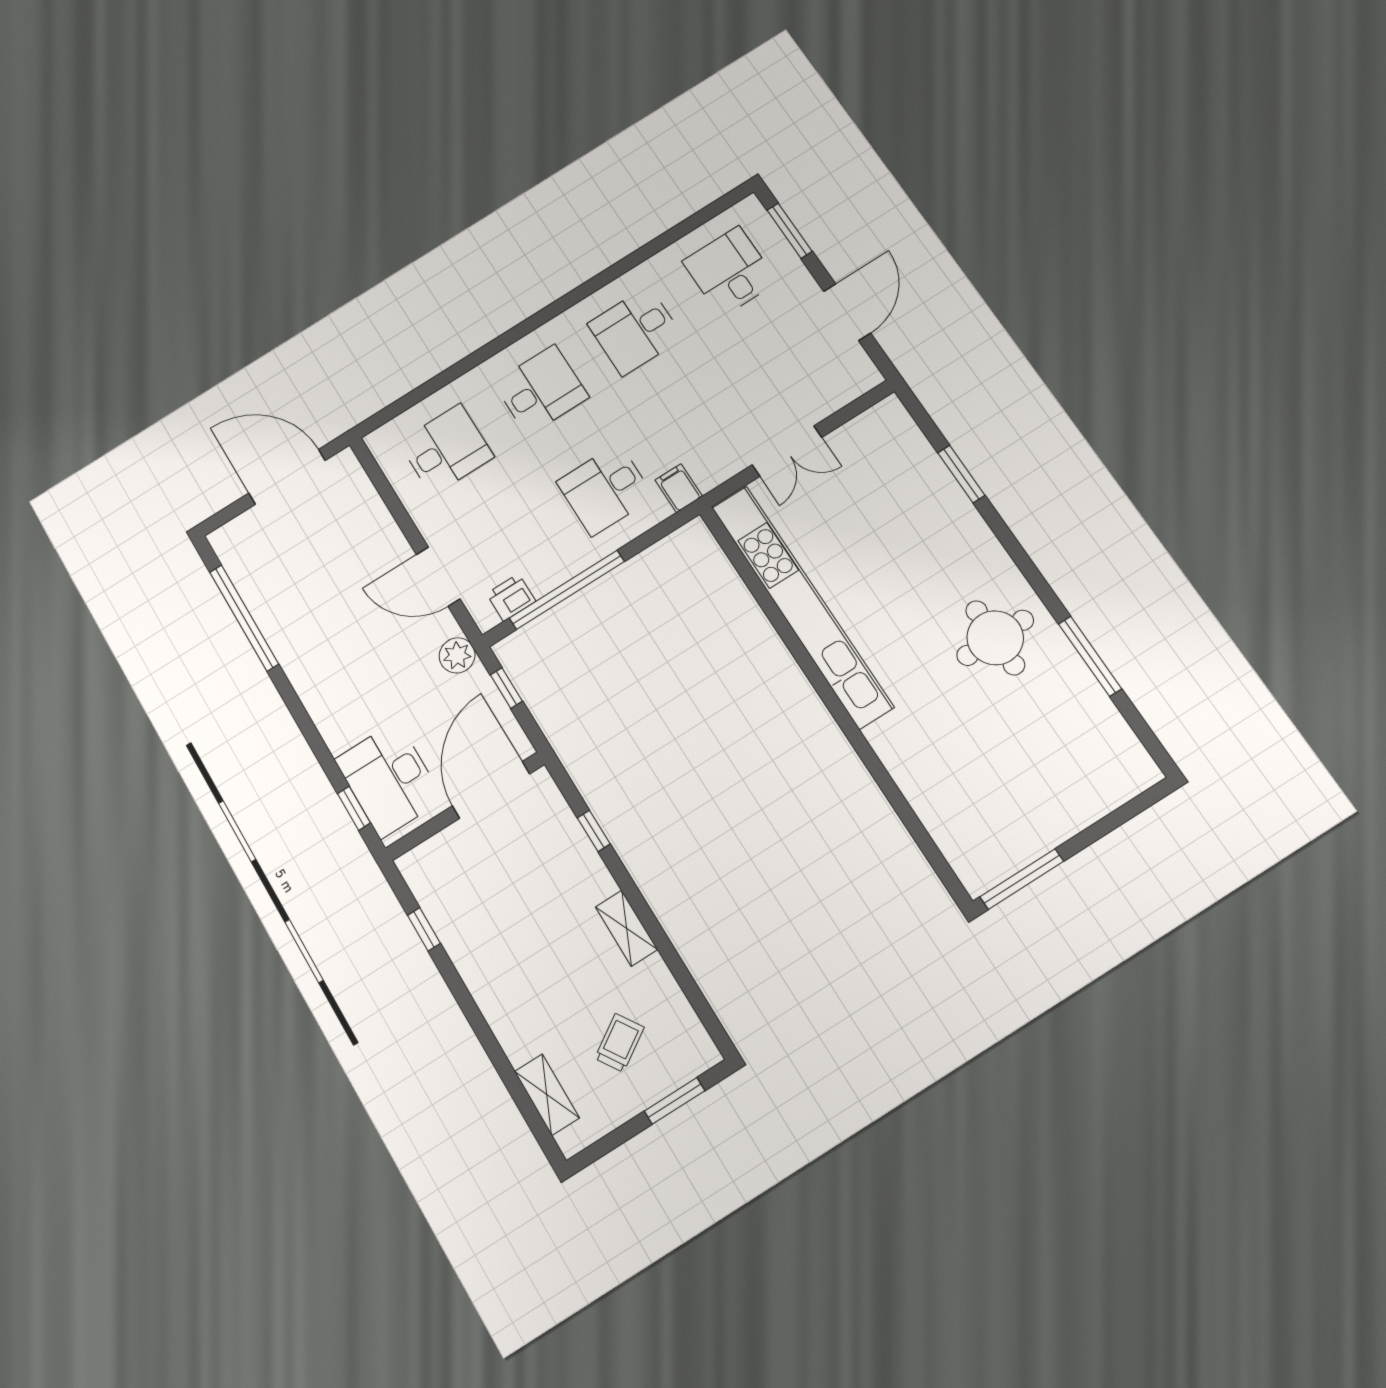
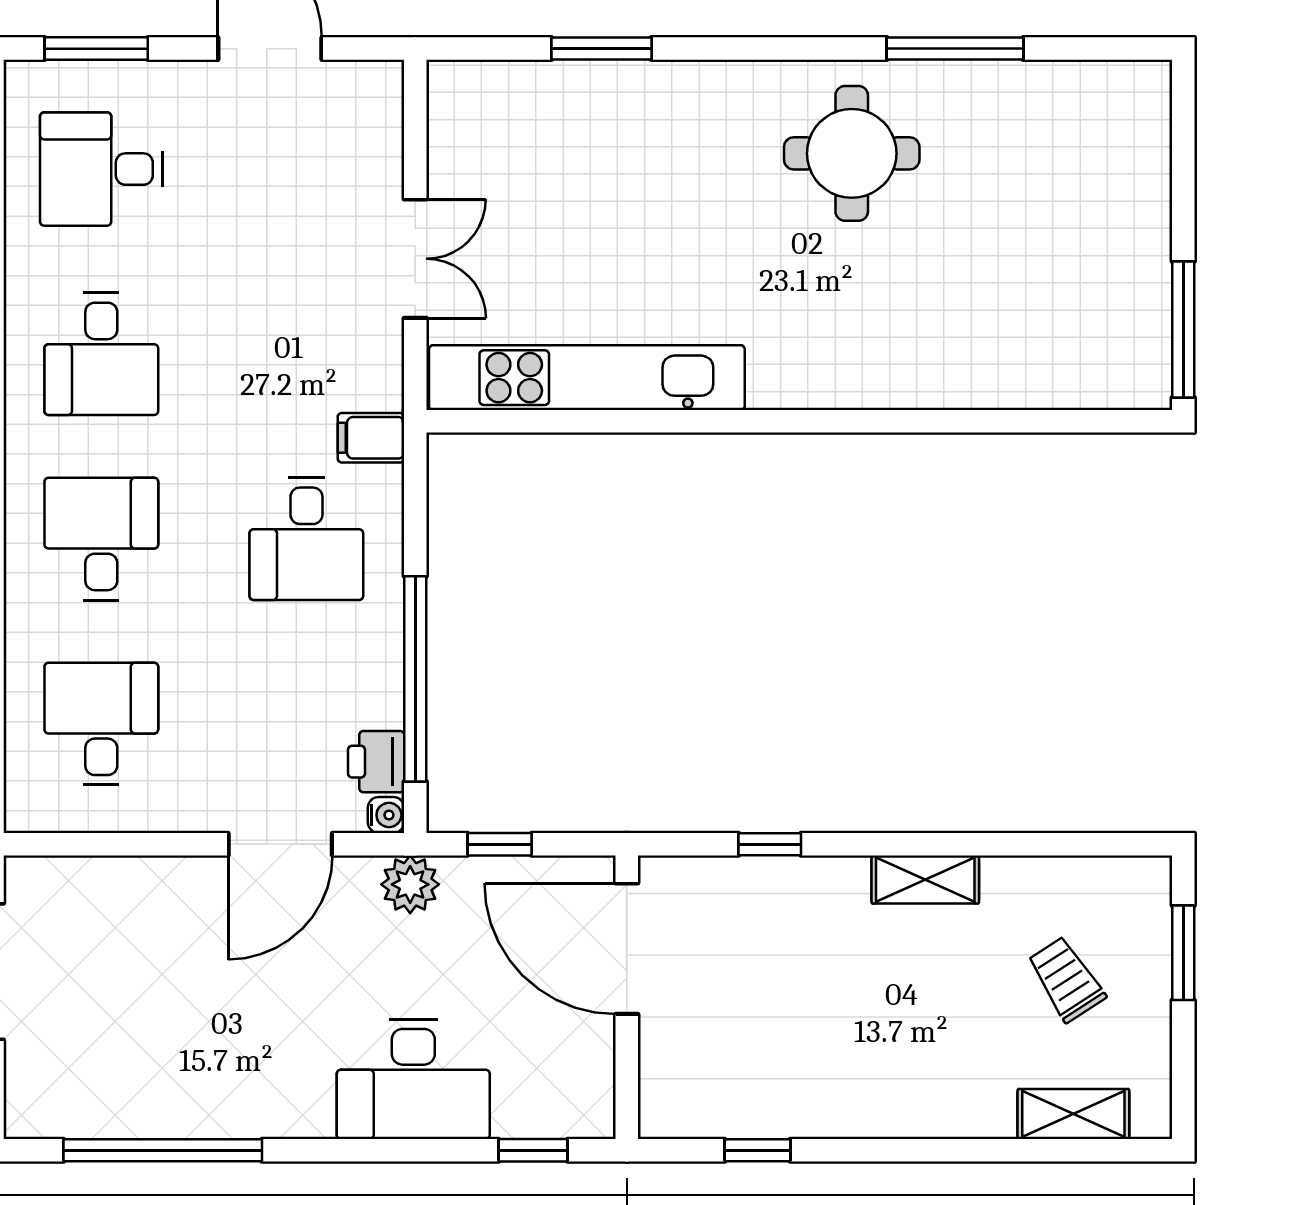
kitchen unit: (802, 606) -> (587, 378), width x0.73
water cooler: (486, 620) -> (386, 815), added
desk: (389, 779) -> (413, 1079), moved

